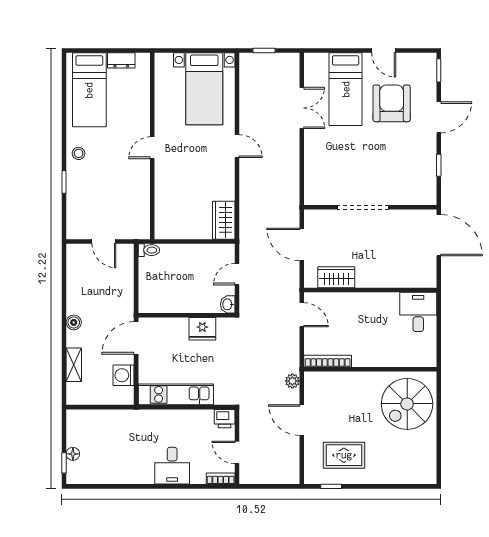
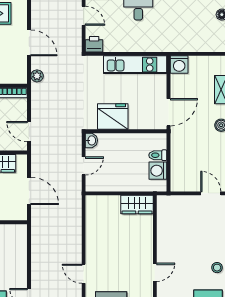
wardrobe: (224, 220) -> (137, 205), moved, turned 90
door: (104, 241) -> (211, 193), moved
toilet: (149, 250) -> (158, 155), moved
washing machine: (149, 268) -> (158, 171), added
fridge: (202, 329) -> (113, 117), width x1.36, depth x1.34
washing machine: (124, 375) -> (179, 64), moved, turned 90

